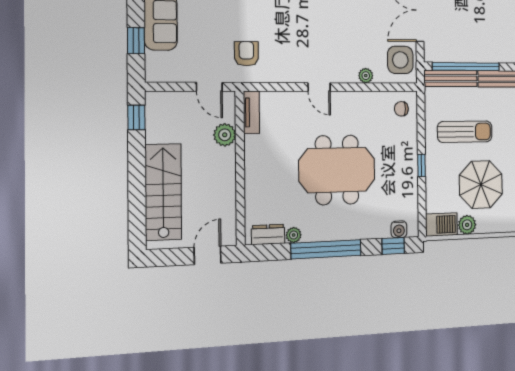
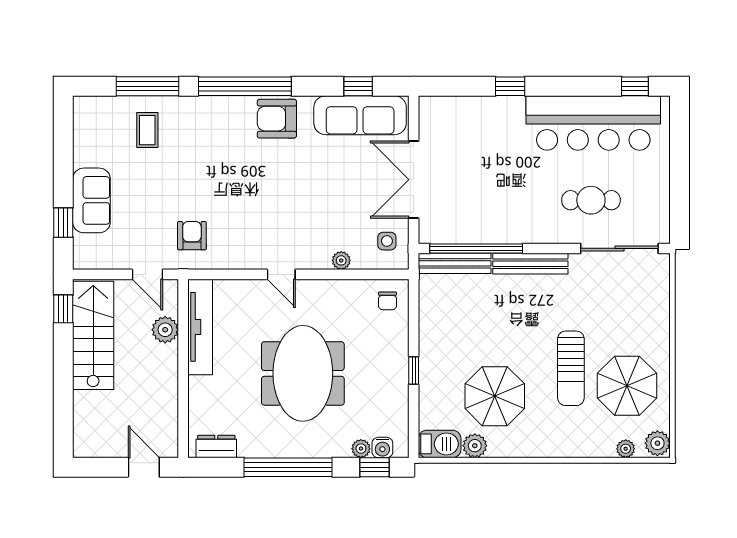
side table: (400, 60) -> (387, 241), width x0.54, depth x0.54
chair: (401, 109) -> (387, 301), turned -90
tv unit: (251, 112) -> (200, 327), width x1.92, depth x1.29
sun lounger: (465, 132) -> (473, 330), removed
meeting table: (337, 170) -> (303, 373), turned 90
stairs: (163, 192) -> (93, 335), moved
plant: (294, 235) -> (361, 449), moved
door: (208, 255) -> (144, 467), hinge flipped

